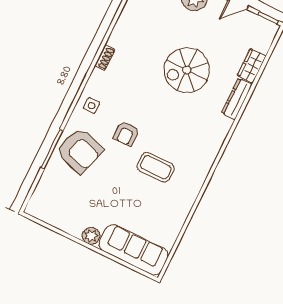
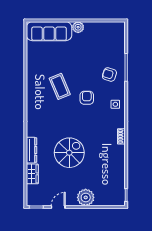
armchair: (80, 150) -> (109, 74), width x0.53, depth x0.53
coffee table: (156, 167) -> (60, 86), turned 67

